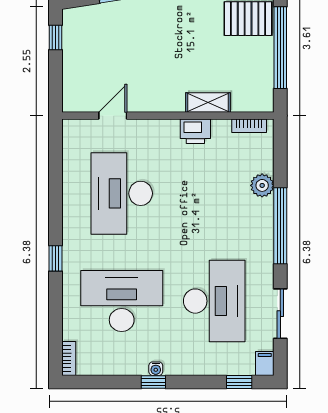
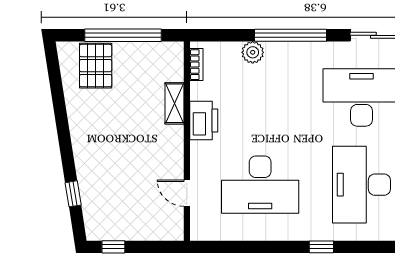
printer: (195, 131) -> (204, 120), width x1.37, depth x1.19

